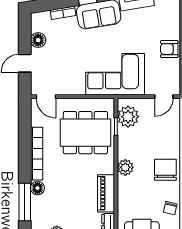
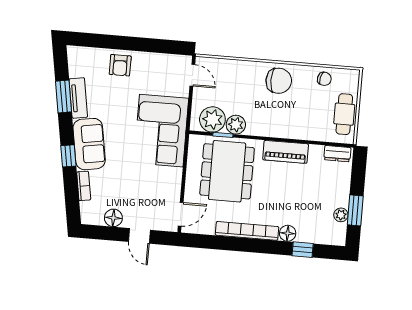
armchair: (169, 49) -> (120, 65), moved
plant: (125, 167) -> (236, 125), moved
chair: (165, 170) -> (279, 81), turned 180
piano: (106, 193) -> (286, 152), moved
window: (25, 202) -> (303, 250), width x0.46

